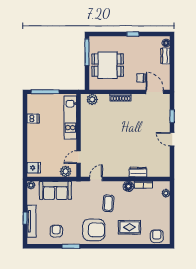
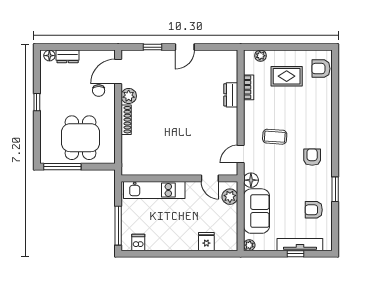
plant: (92, 99) -> (129, 96), moved
dishwasher: (33, 119) -> (138, 242), moved
fridge: (34, 168) -> (206, 242), moved
door: (96, 179) -> (241, 154), hinge flipped
floor lamp: (128, 186) -> (251, 180), moved
rug: (129, 227) -> (287, 76), moved, turned 90
armchair: (94, 230) -> (312, 157), width x0.53, depth x0.53

